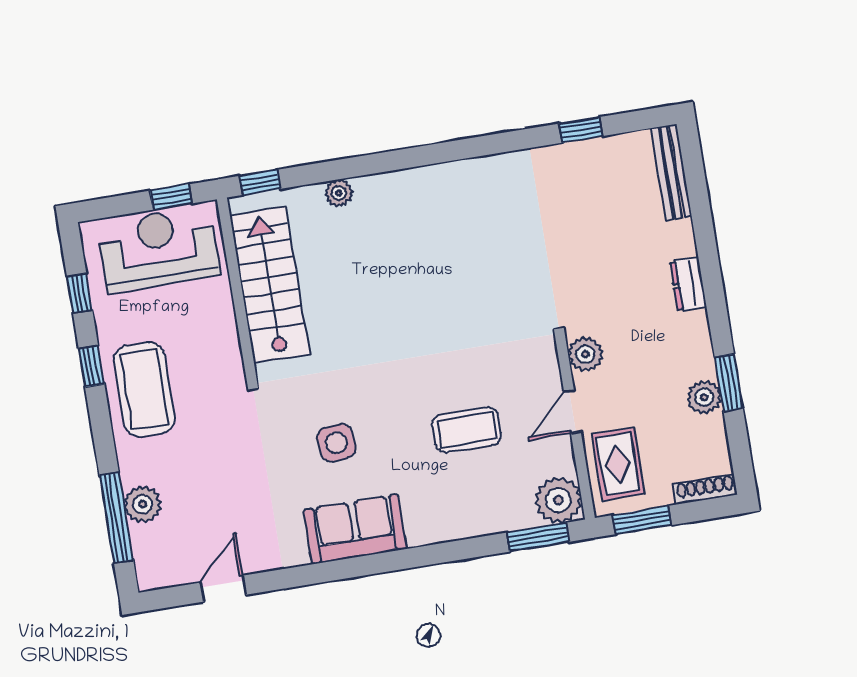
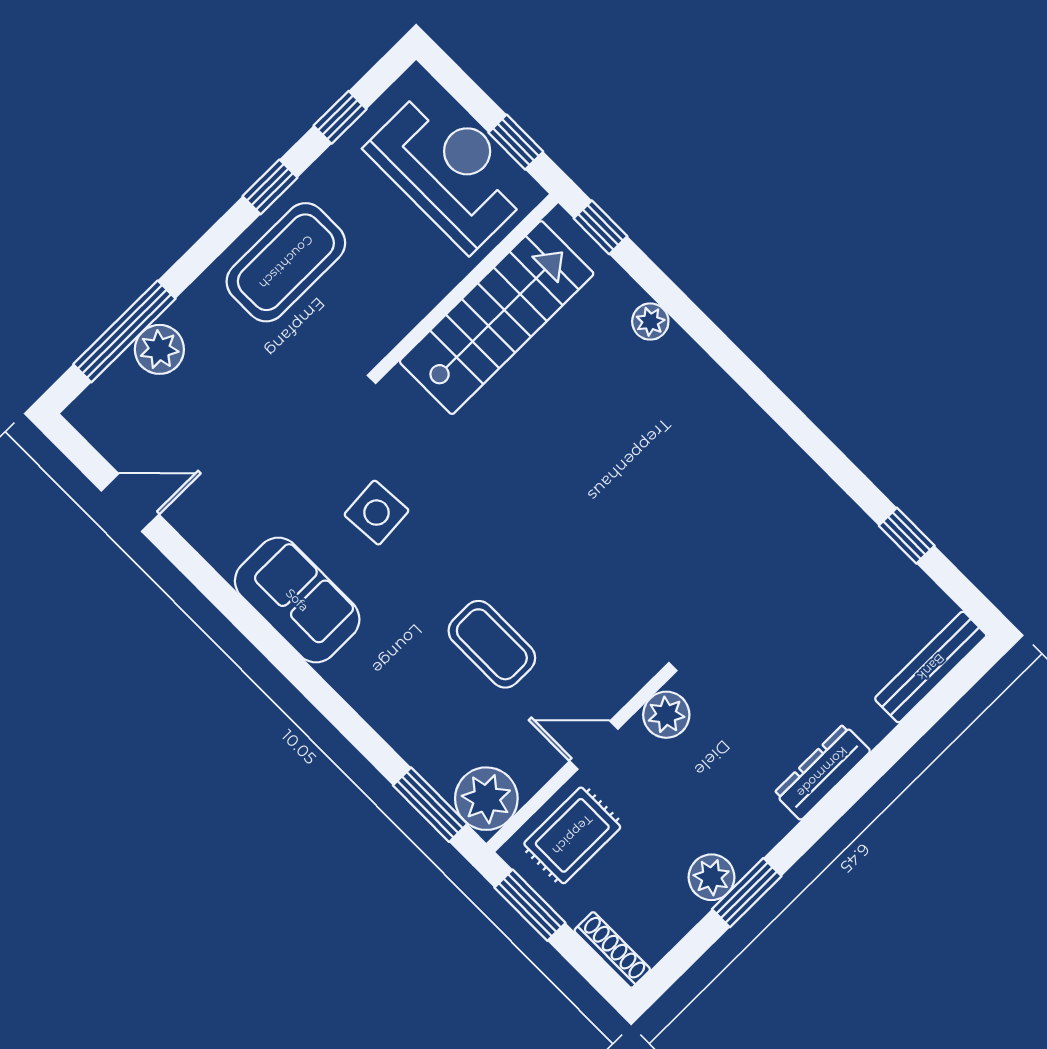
dresser: (688, 284) -> (822, 772), width x1.44

